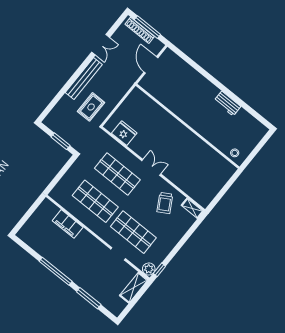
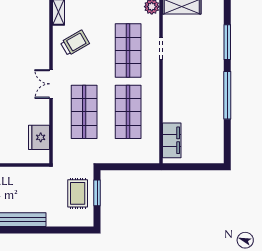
rug: (91, 107) -> (78, 193), moved, turned 90
filing cabinet: (68, 224) -> (172, 140), moved

